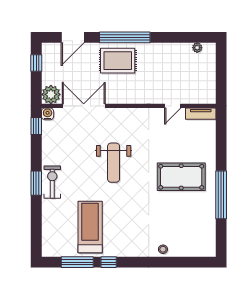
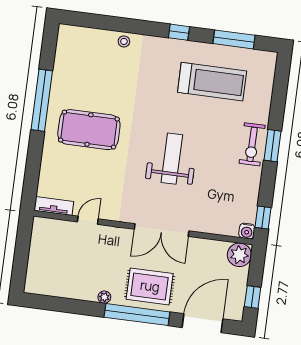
door: (73, 37) -> (203, 323), width x1.36
plant: (197, 48) -> (104, 297), moved
double door: (84, 106) -> (162, 230), moved
treadmill: (90, 227) -> (212, 82), turned -90
window: (109, 262) -> (179, 32), moved

